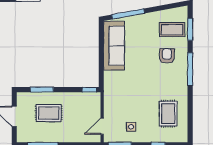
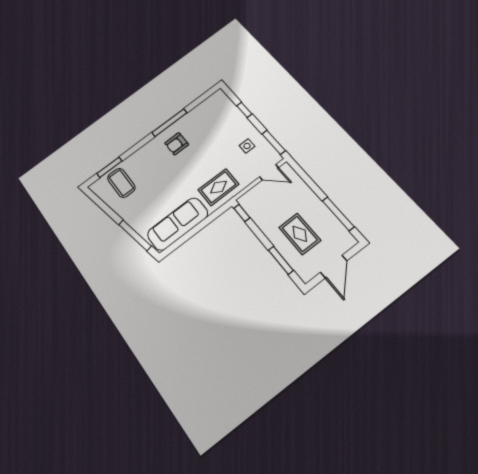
armchair: (167, 56) -> (177, 144), moved
window: (190, 69) -> (169, 123), moved
rug: (168, 114) -> (218, 187), moved

